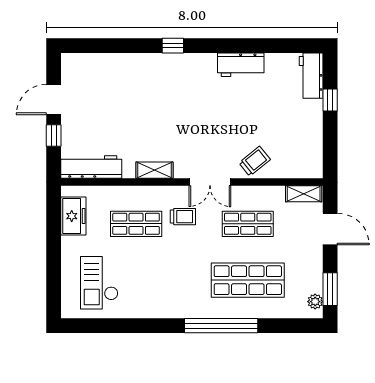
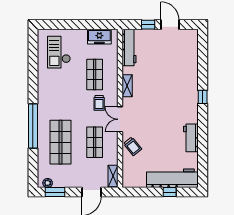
workbench: (311, 76) -> (172, 178), width x1.88, depth x1.32
checkout: (99, 283) -> (59, 52), turned -90

